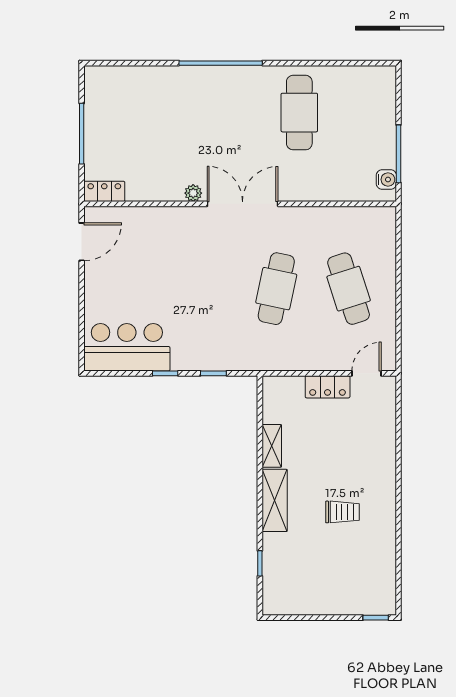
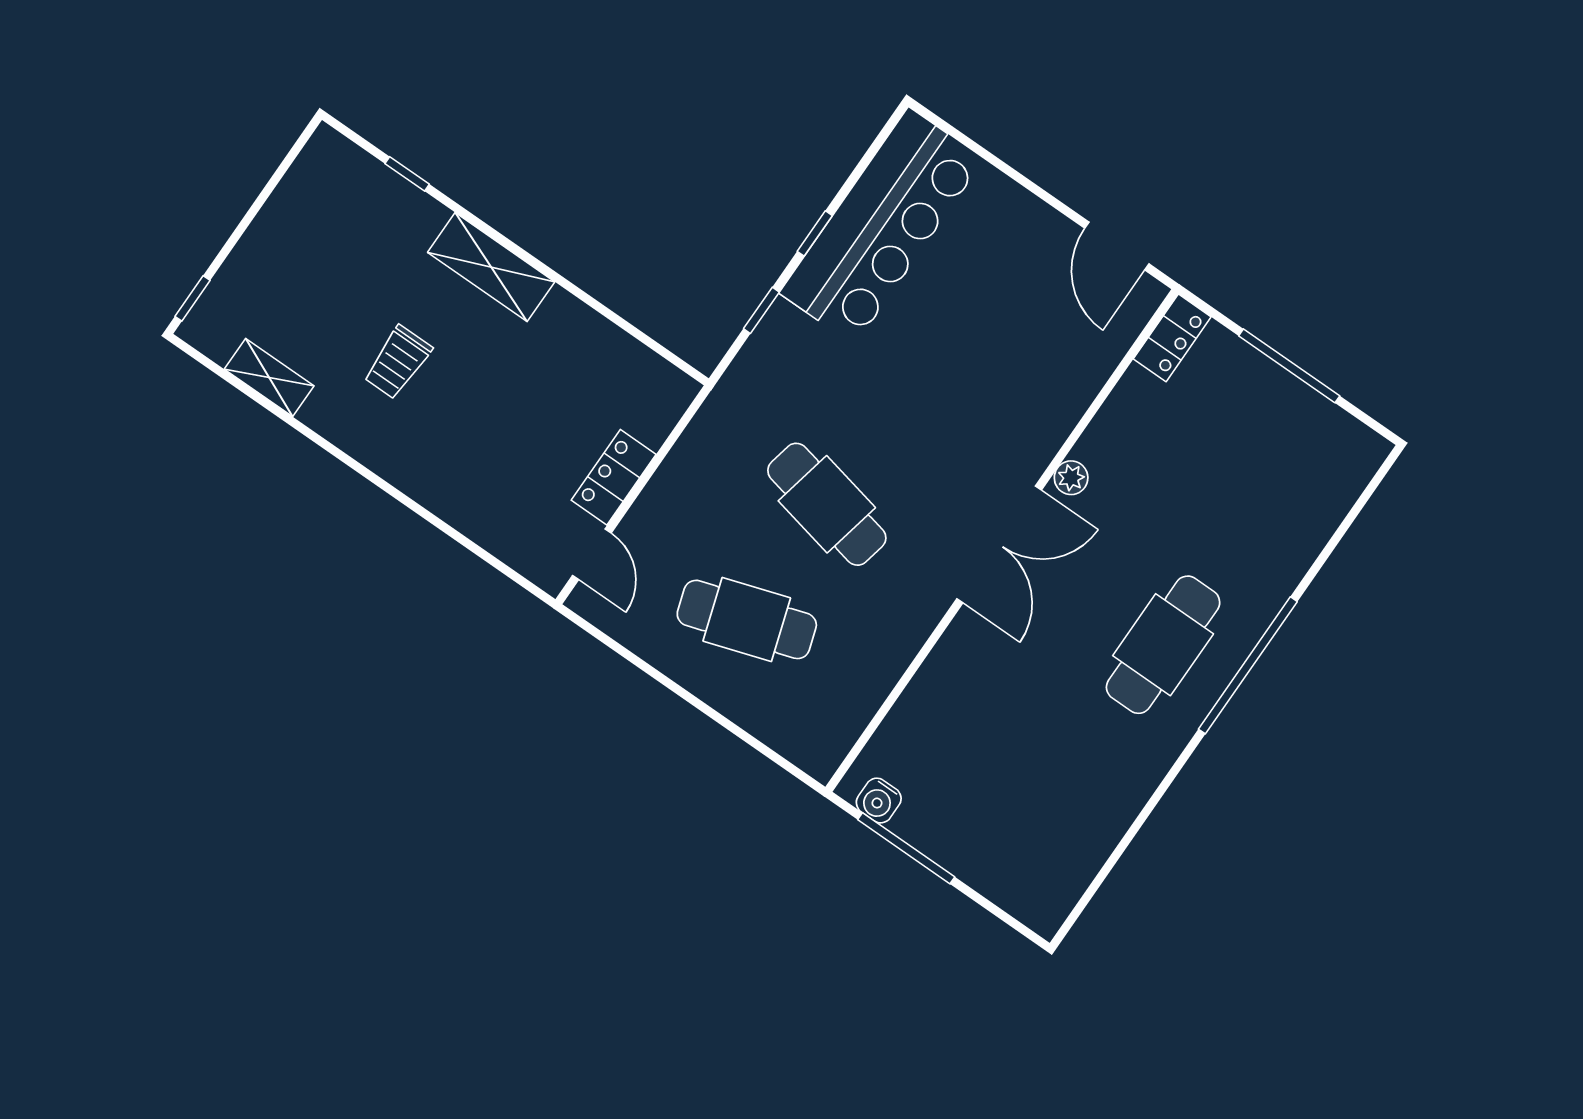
cafe table: (299, 113) -> (1163, 645), moved, turned 90
bar counter: (127, 347) -> (882, 226), width x1.36
shelving: (272, 446) -> (269, 378), moved

